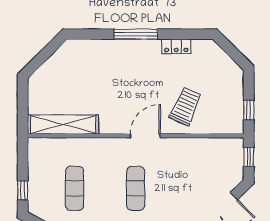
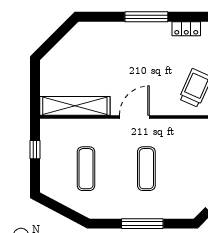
door: (145, 136) -> (134, 117), moved
window: (23, 190) -> (35, 150), moved

